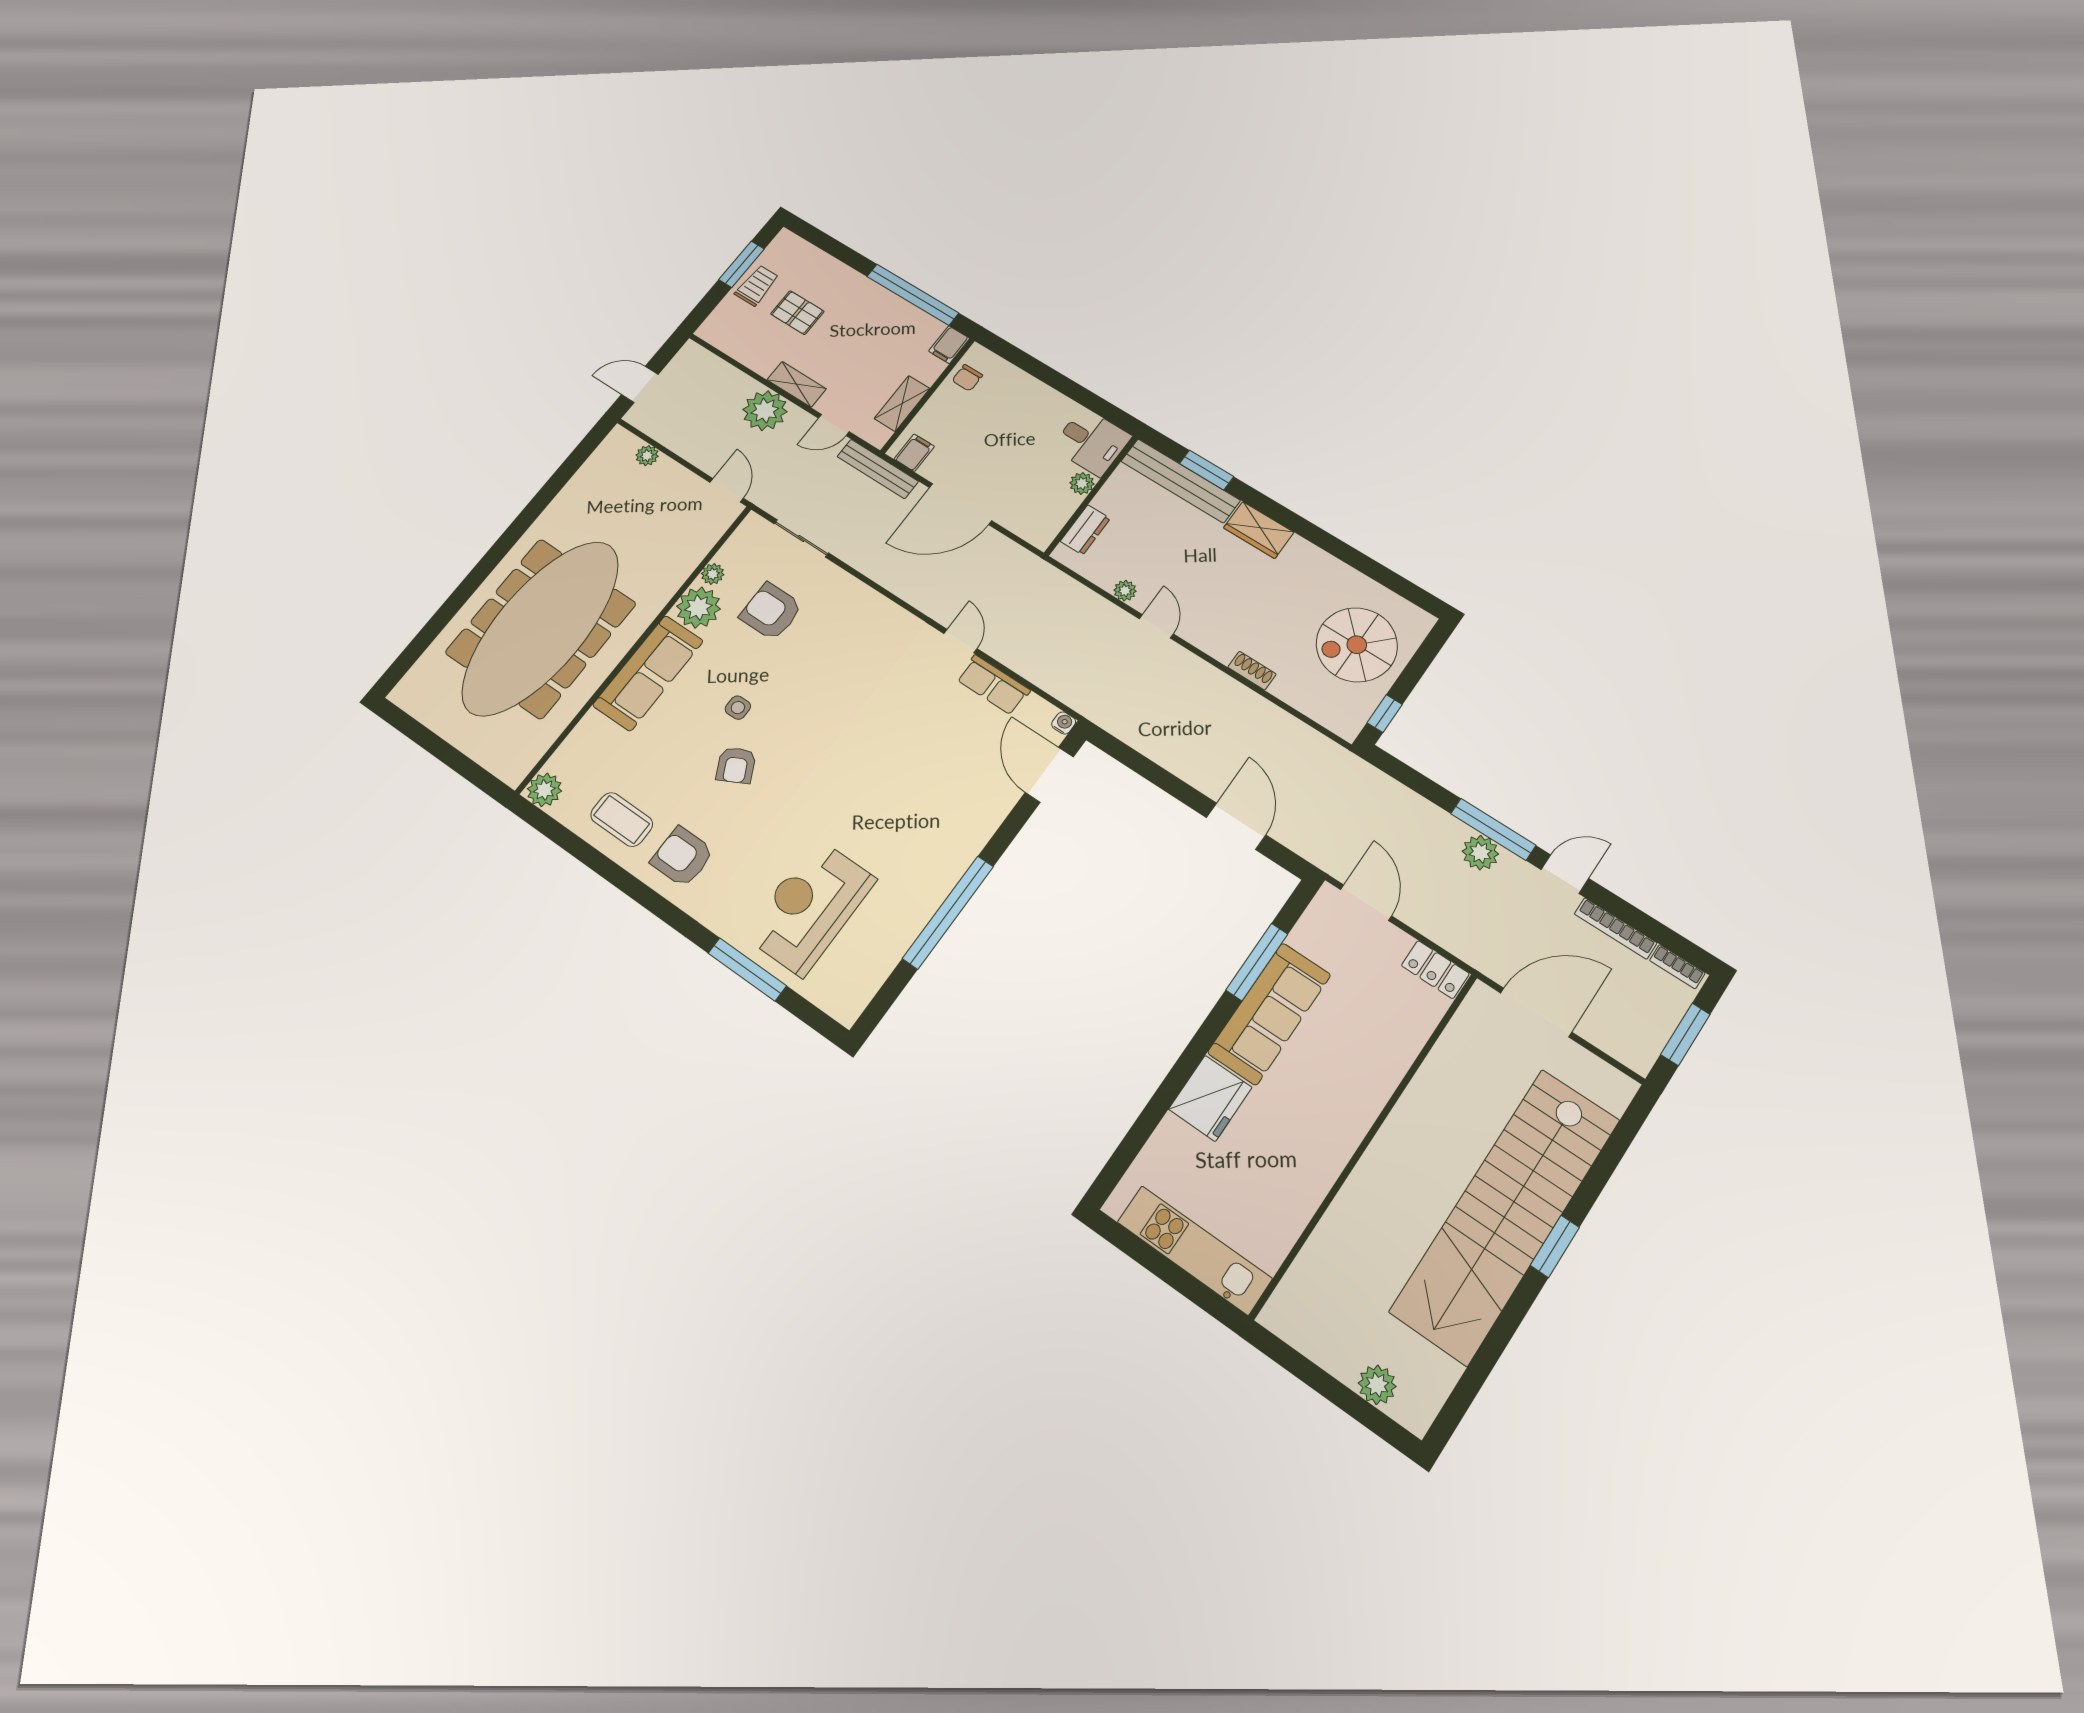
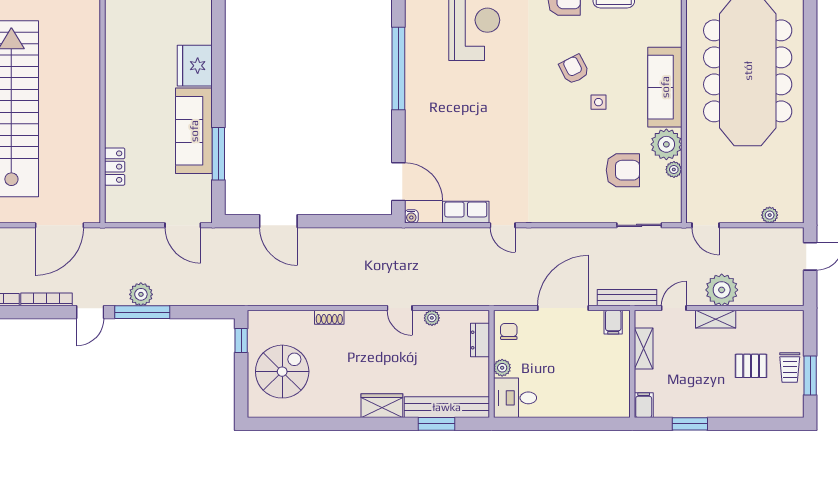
window: (913, 295) -> (690, 424), width x0.47
chair: (967, 378) -> (509, 331), moved
locker: (1435, 970) -> (115, 167), moved, turned 90

